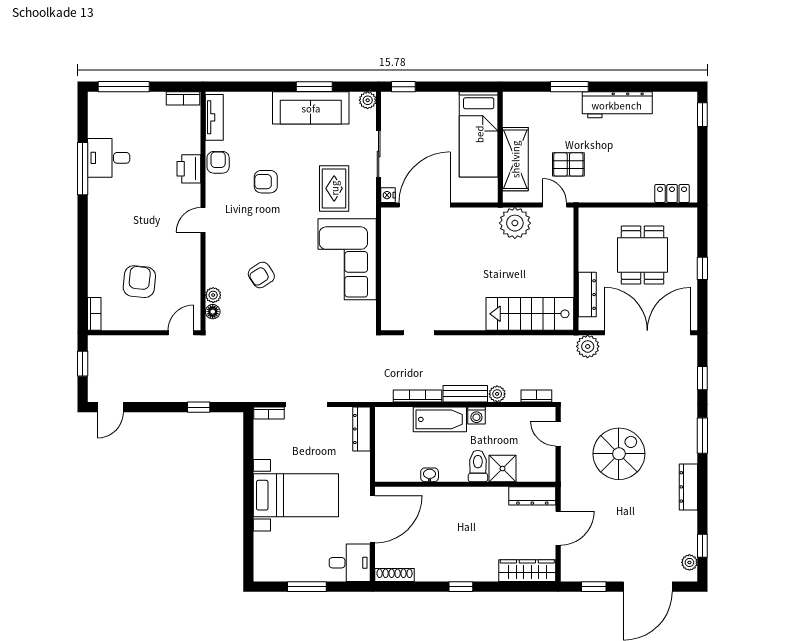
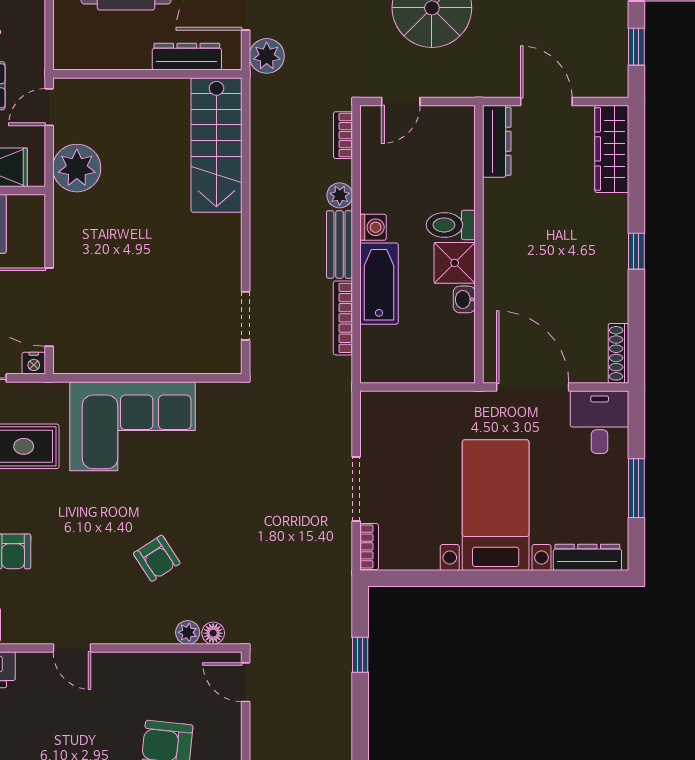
dresser: (362, 429) -> (587, 557), moved, turned 180
shower: (503, 469) -> (455, 263), moved

